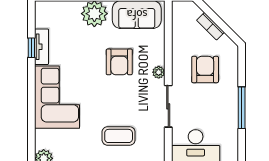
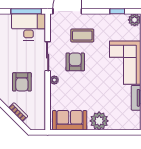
armchair: (119, 62) -> (75, 62), moved

